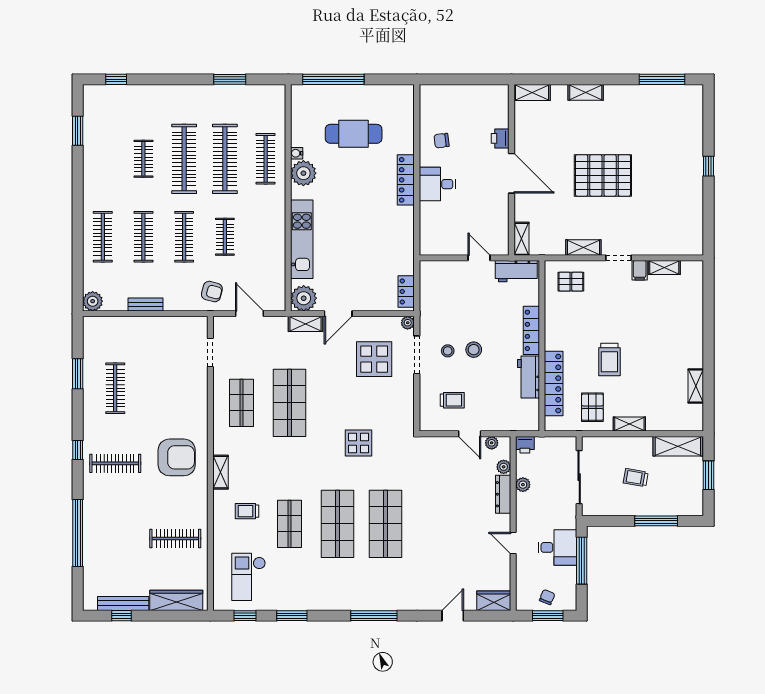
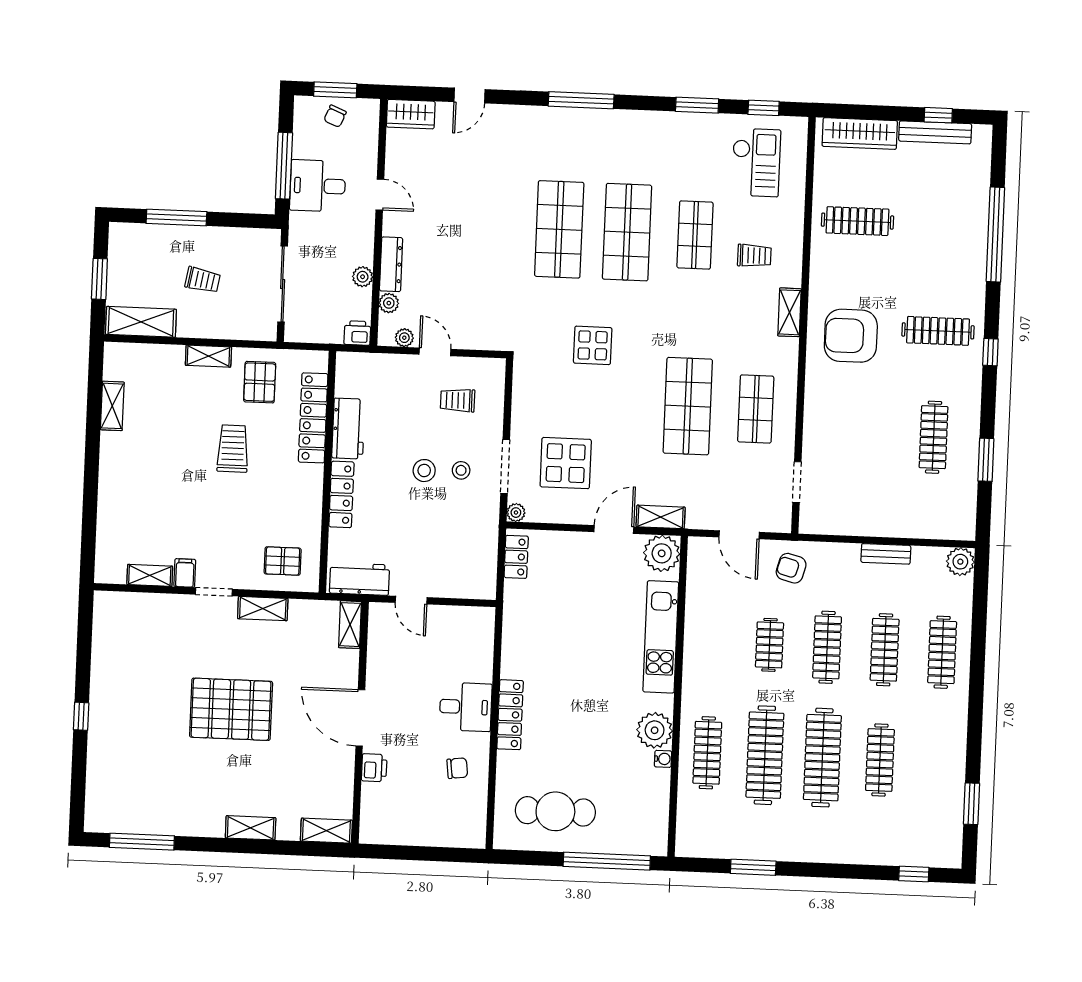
cafe table: (354, 134) -> (555, 811), moved
clothes rail: (143, 159) -> (880, 760), width x1.36

